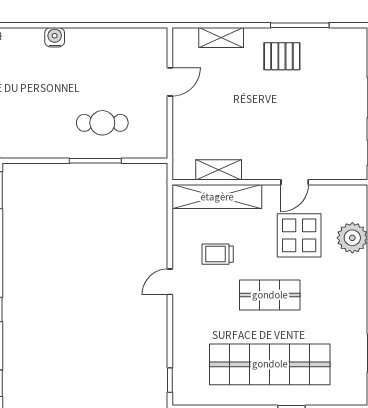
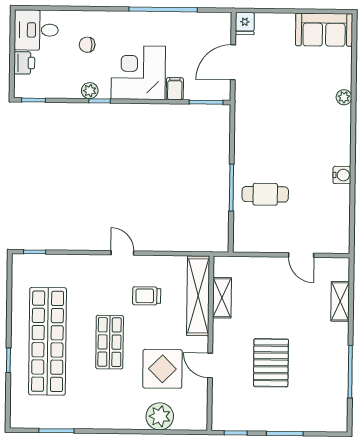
water cooler: (55, 37) -> (342, 175), moved
pallet: (282, 56) -> (271, 363), moved, width x1.50, depth x1.42
cafe table: (102, 123) -> (265, 194), turned 90
trolley: (218, 254) -> (147, 296), turned -90

